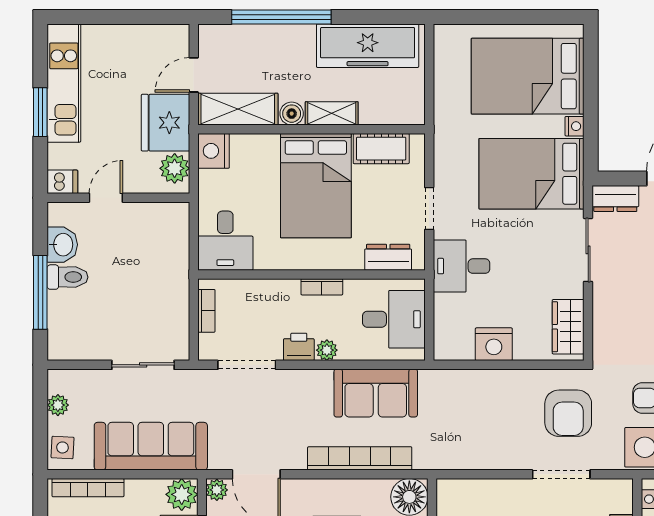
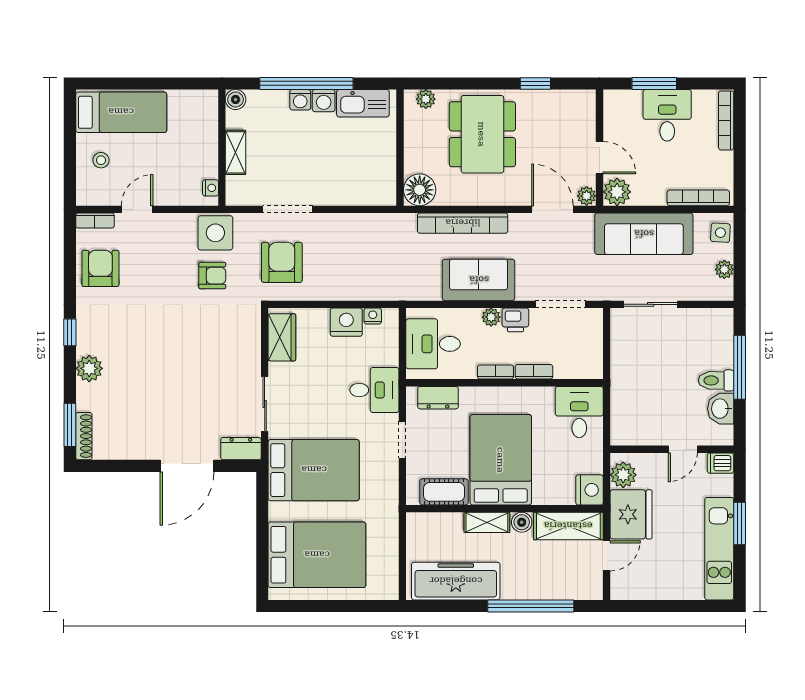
nightstand: (575, 126) -> (373, 316), moved, turned 90
bookcase: (206, 311) -> (534, 372), moved, turned 90
sofa: (376, 393) -> (479, 280), moved

